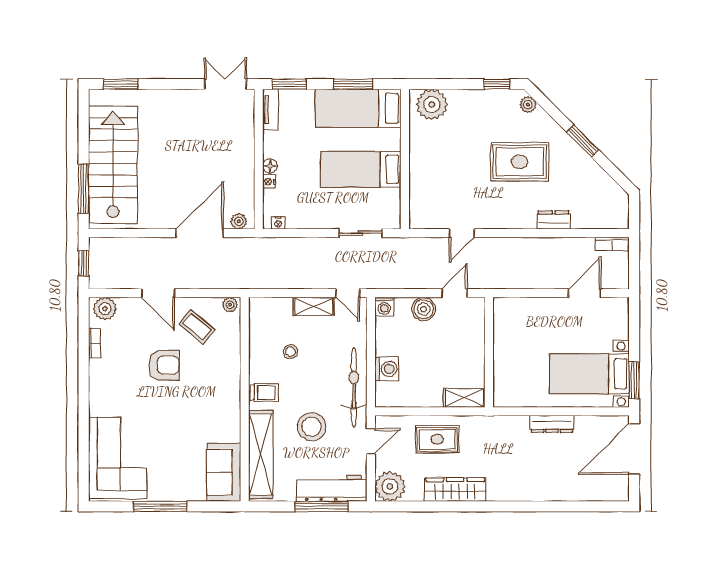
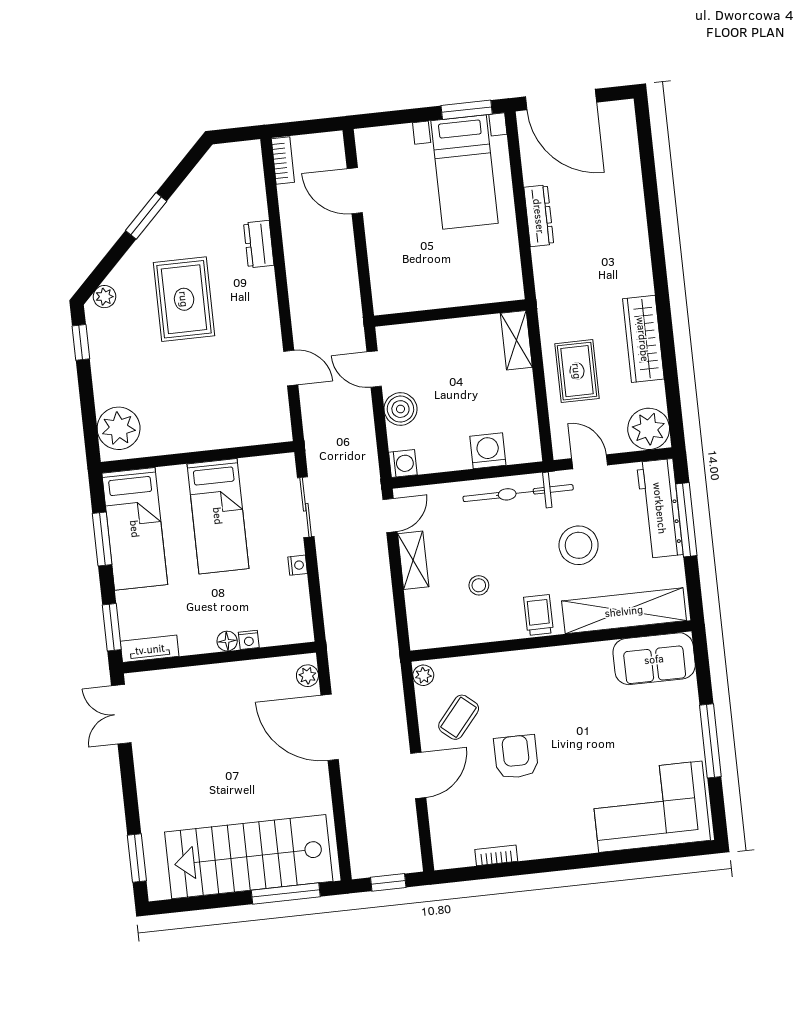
nightstand: (278, 223) -> (298, 565), moved
plant: (105, 309) -> (447, 846), removed

